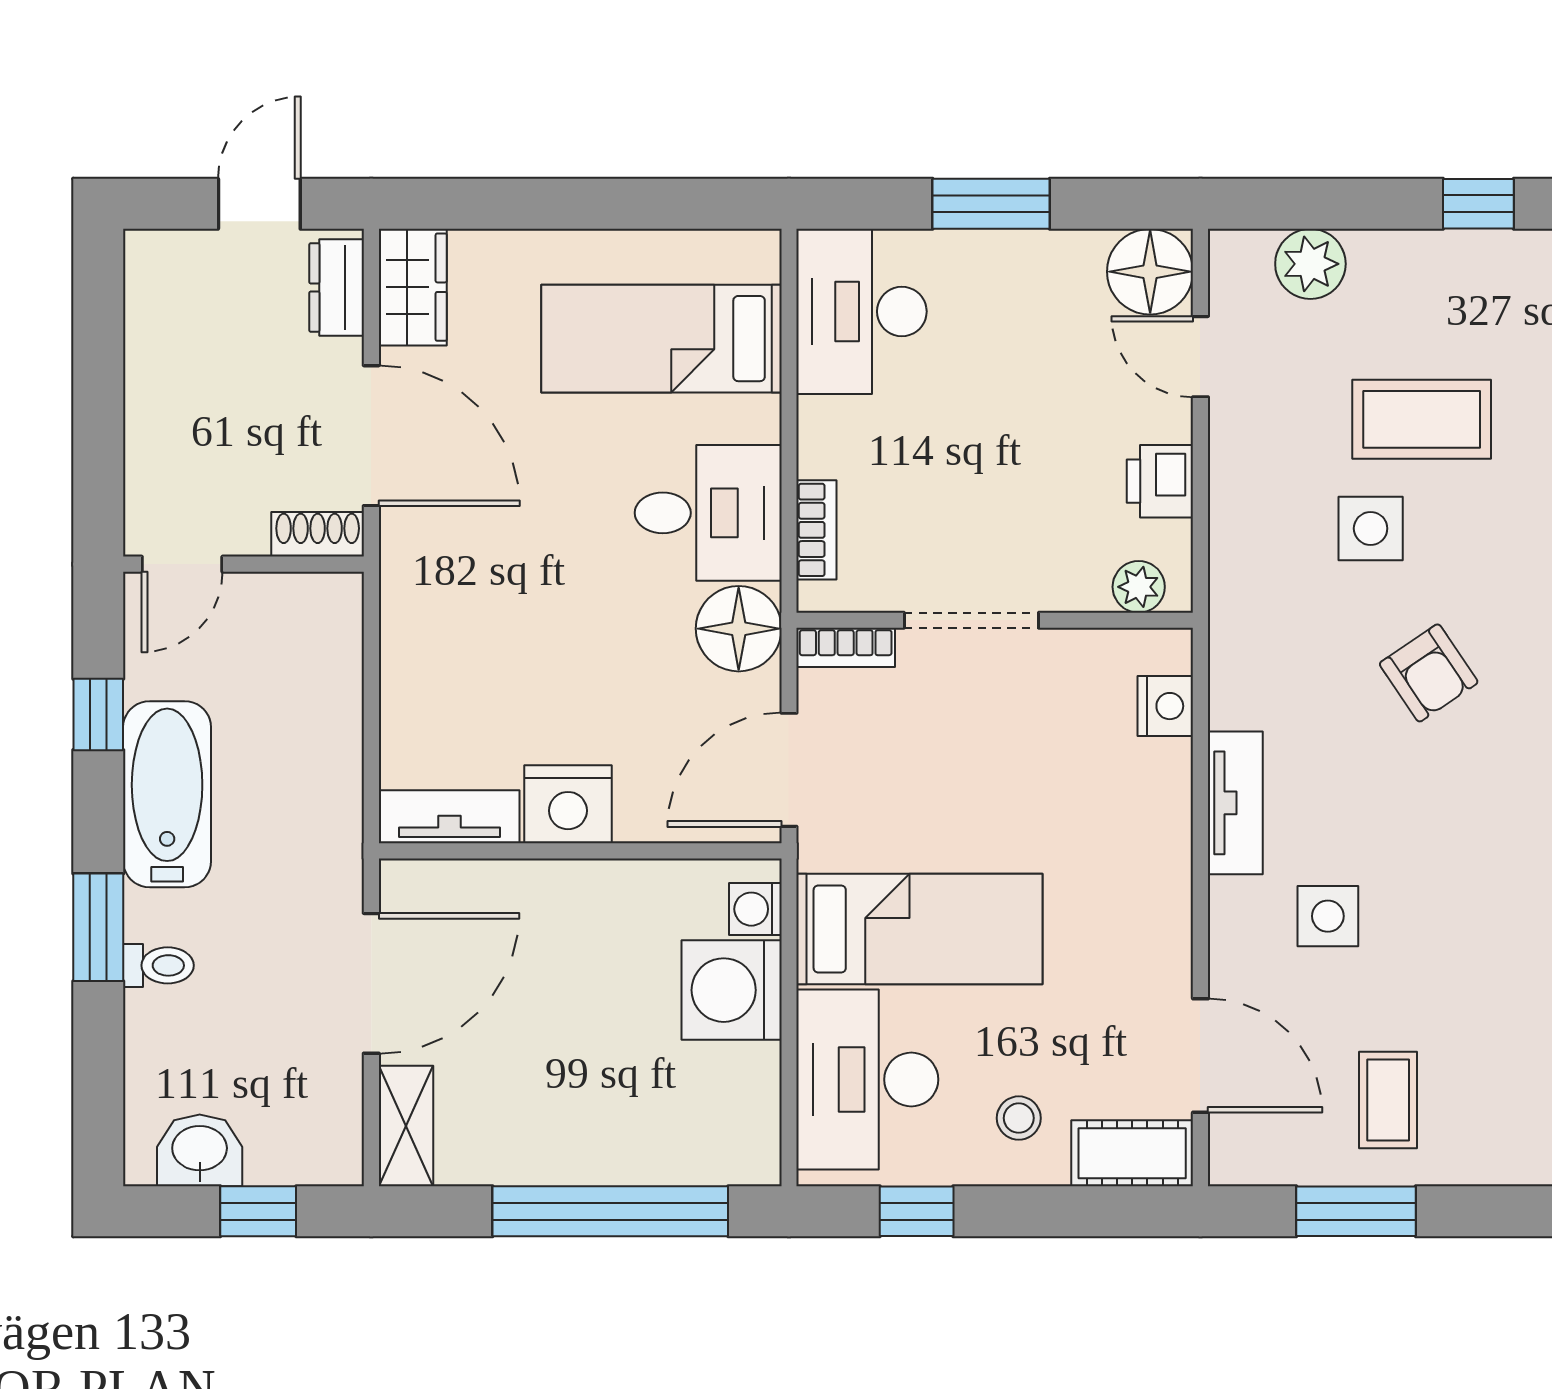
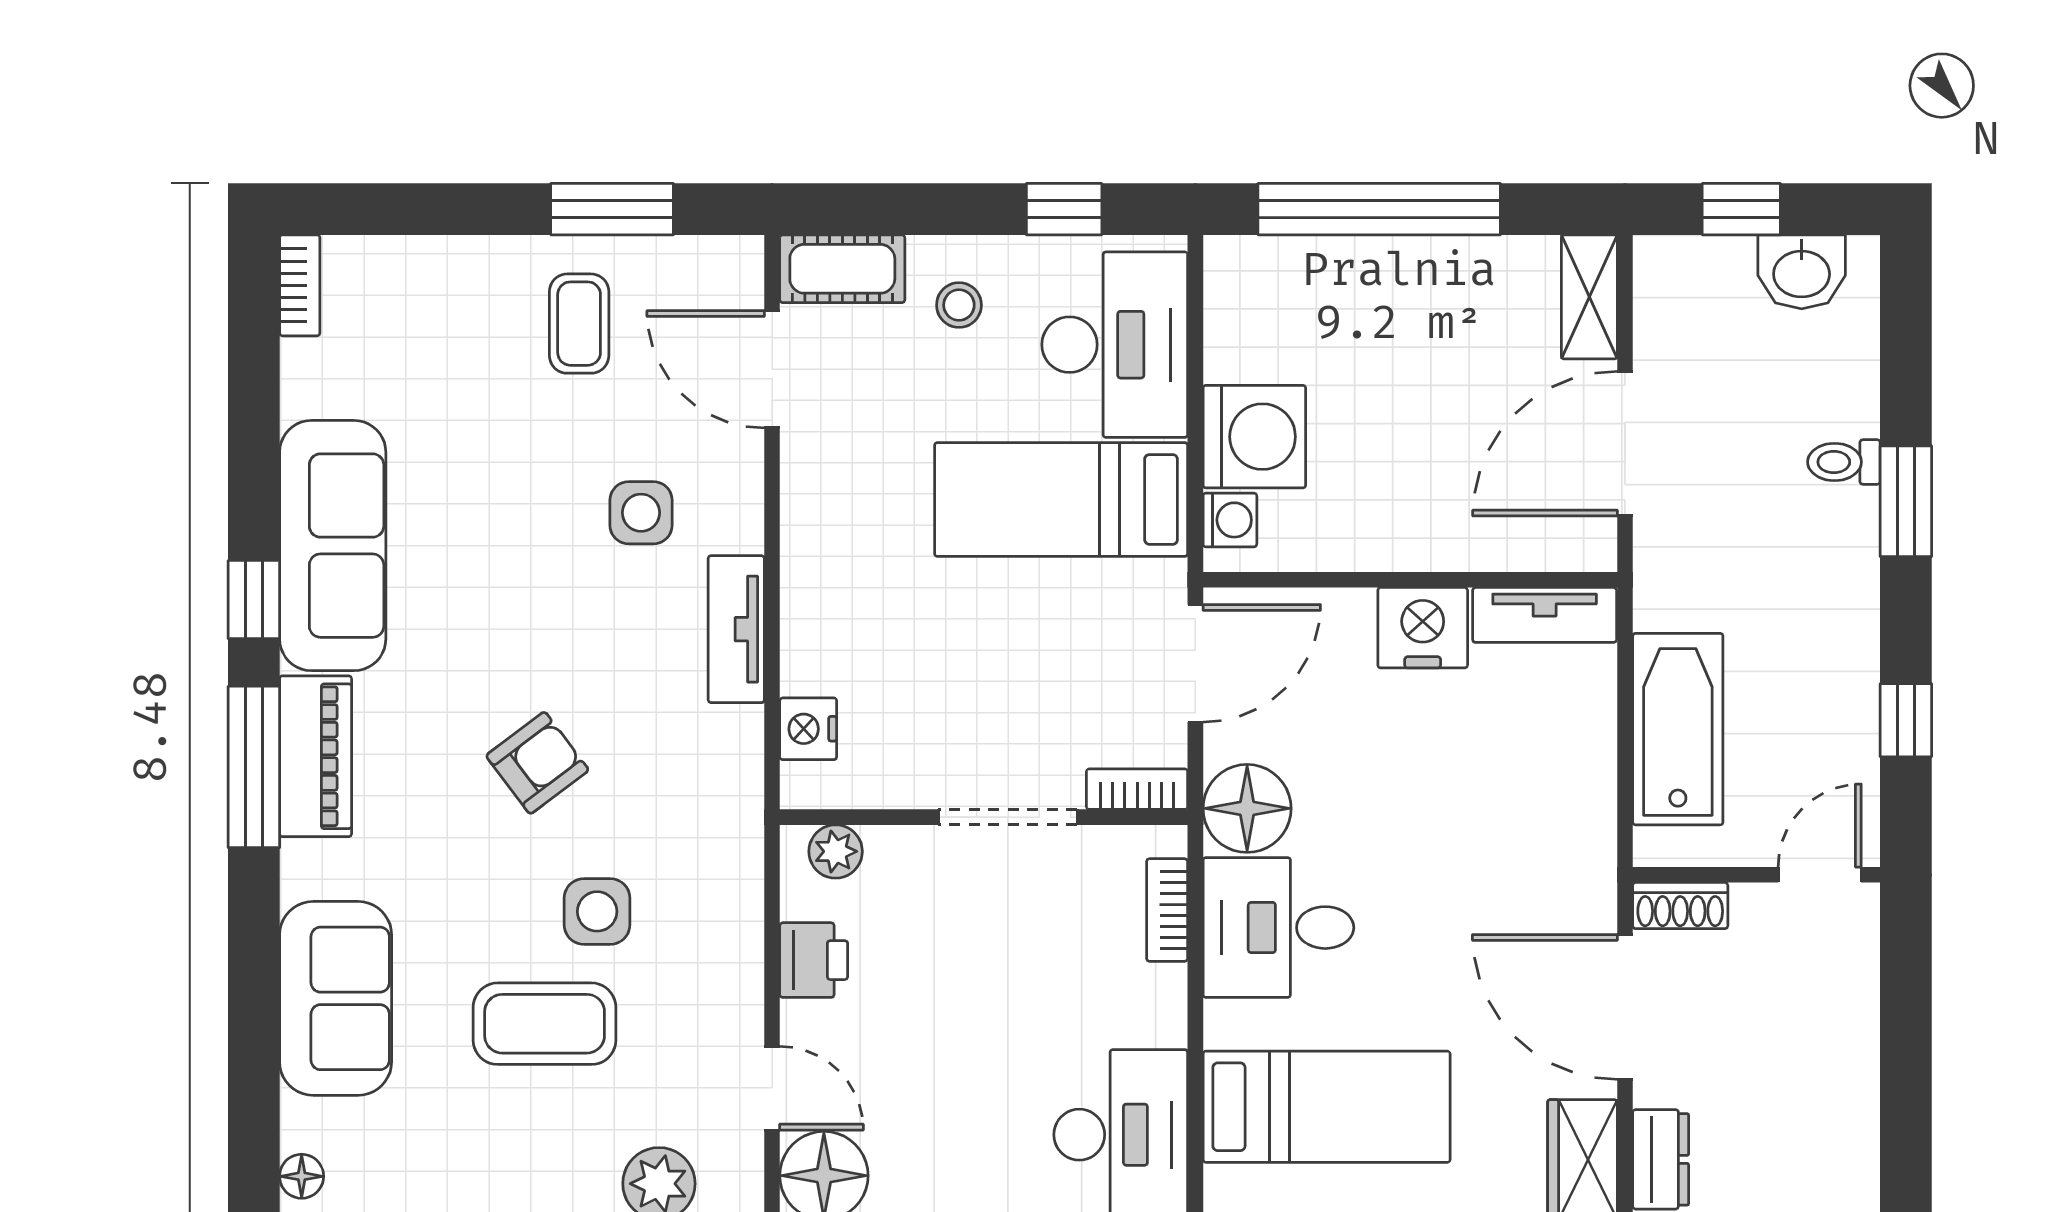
armchair: (1429, 673) -> (537, 763), turned 87
bathtub: (167, 794) -> (1678, 729), moved, turned 180

